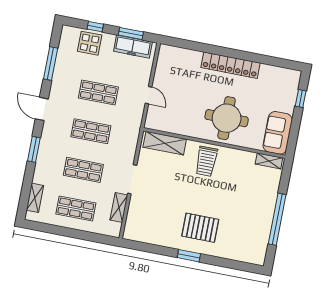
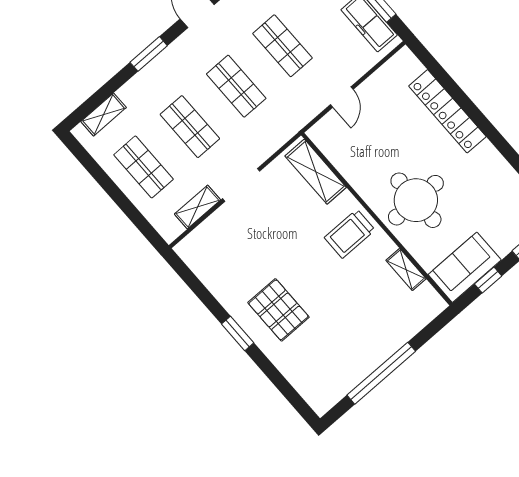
locker: (230, 65) -> (447, 111), moved
window: (295, 130) -> (488, 280), added
shelving: (269, 161) -> (406, 270), moved

